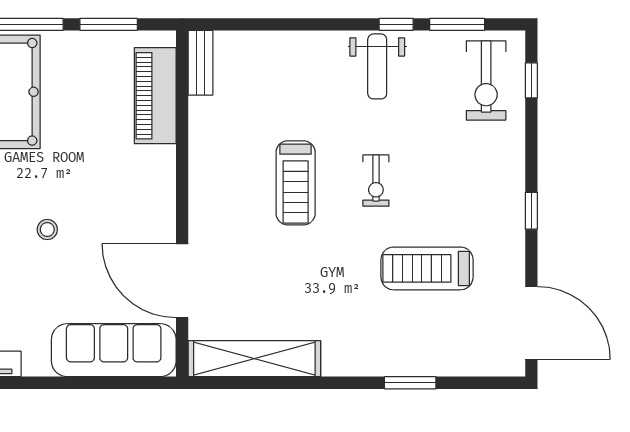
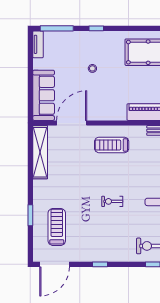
treadmill: (296, 183) -> (112, 145), moved
treadmill: (427, 268) -> (57, 227), moved

